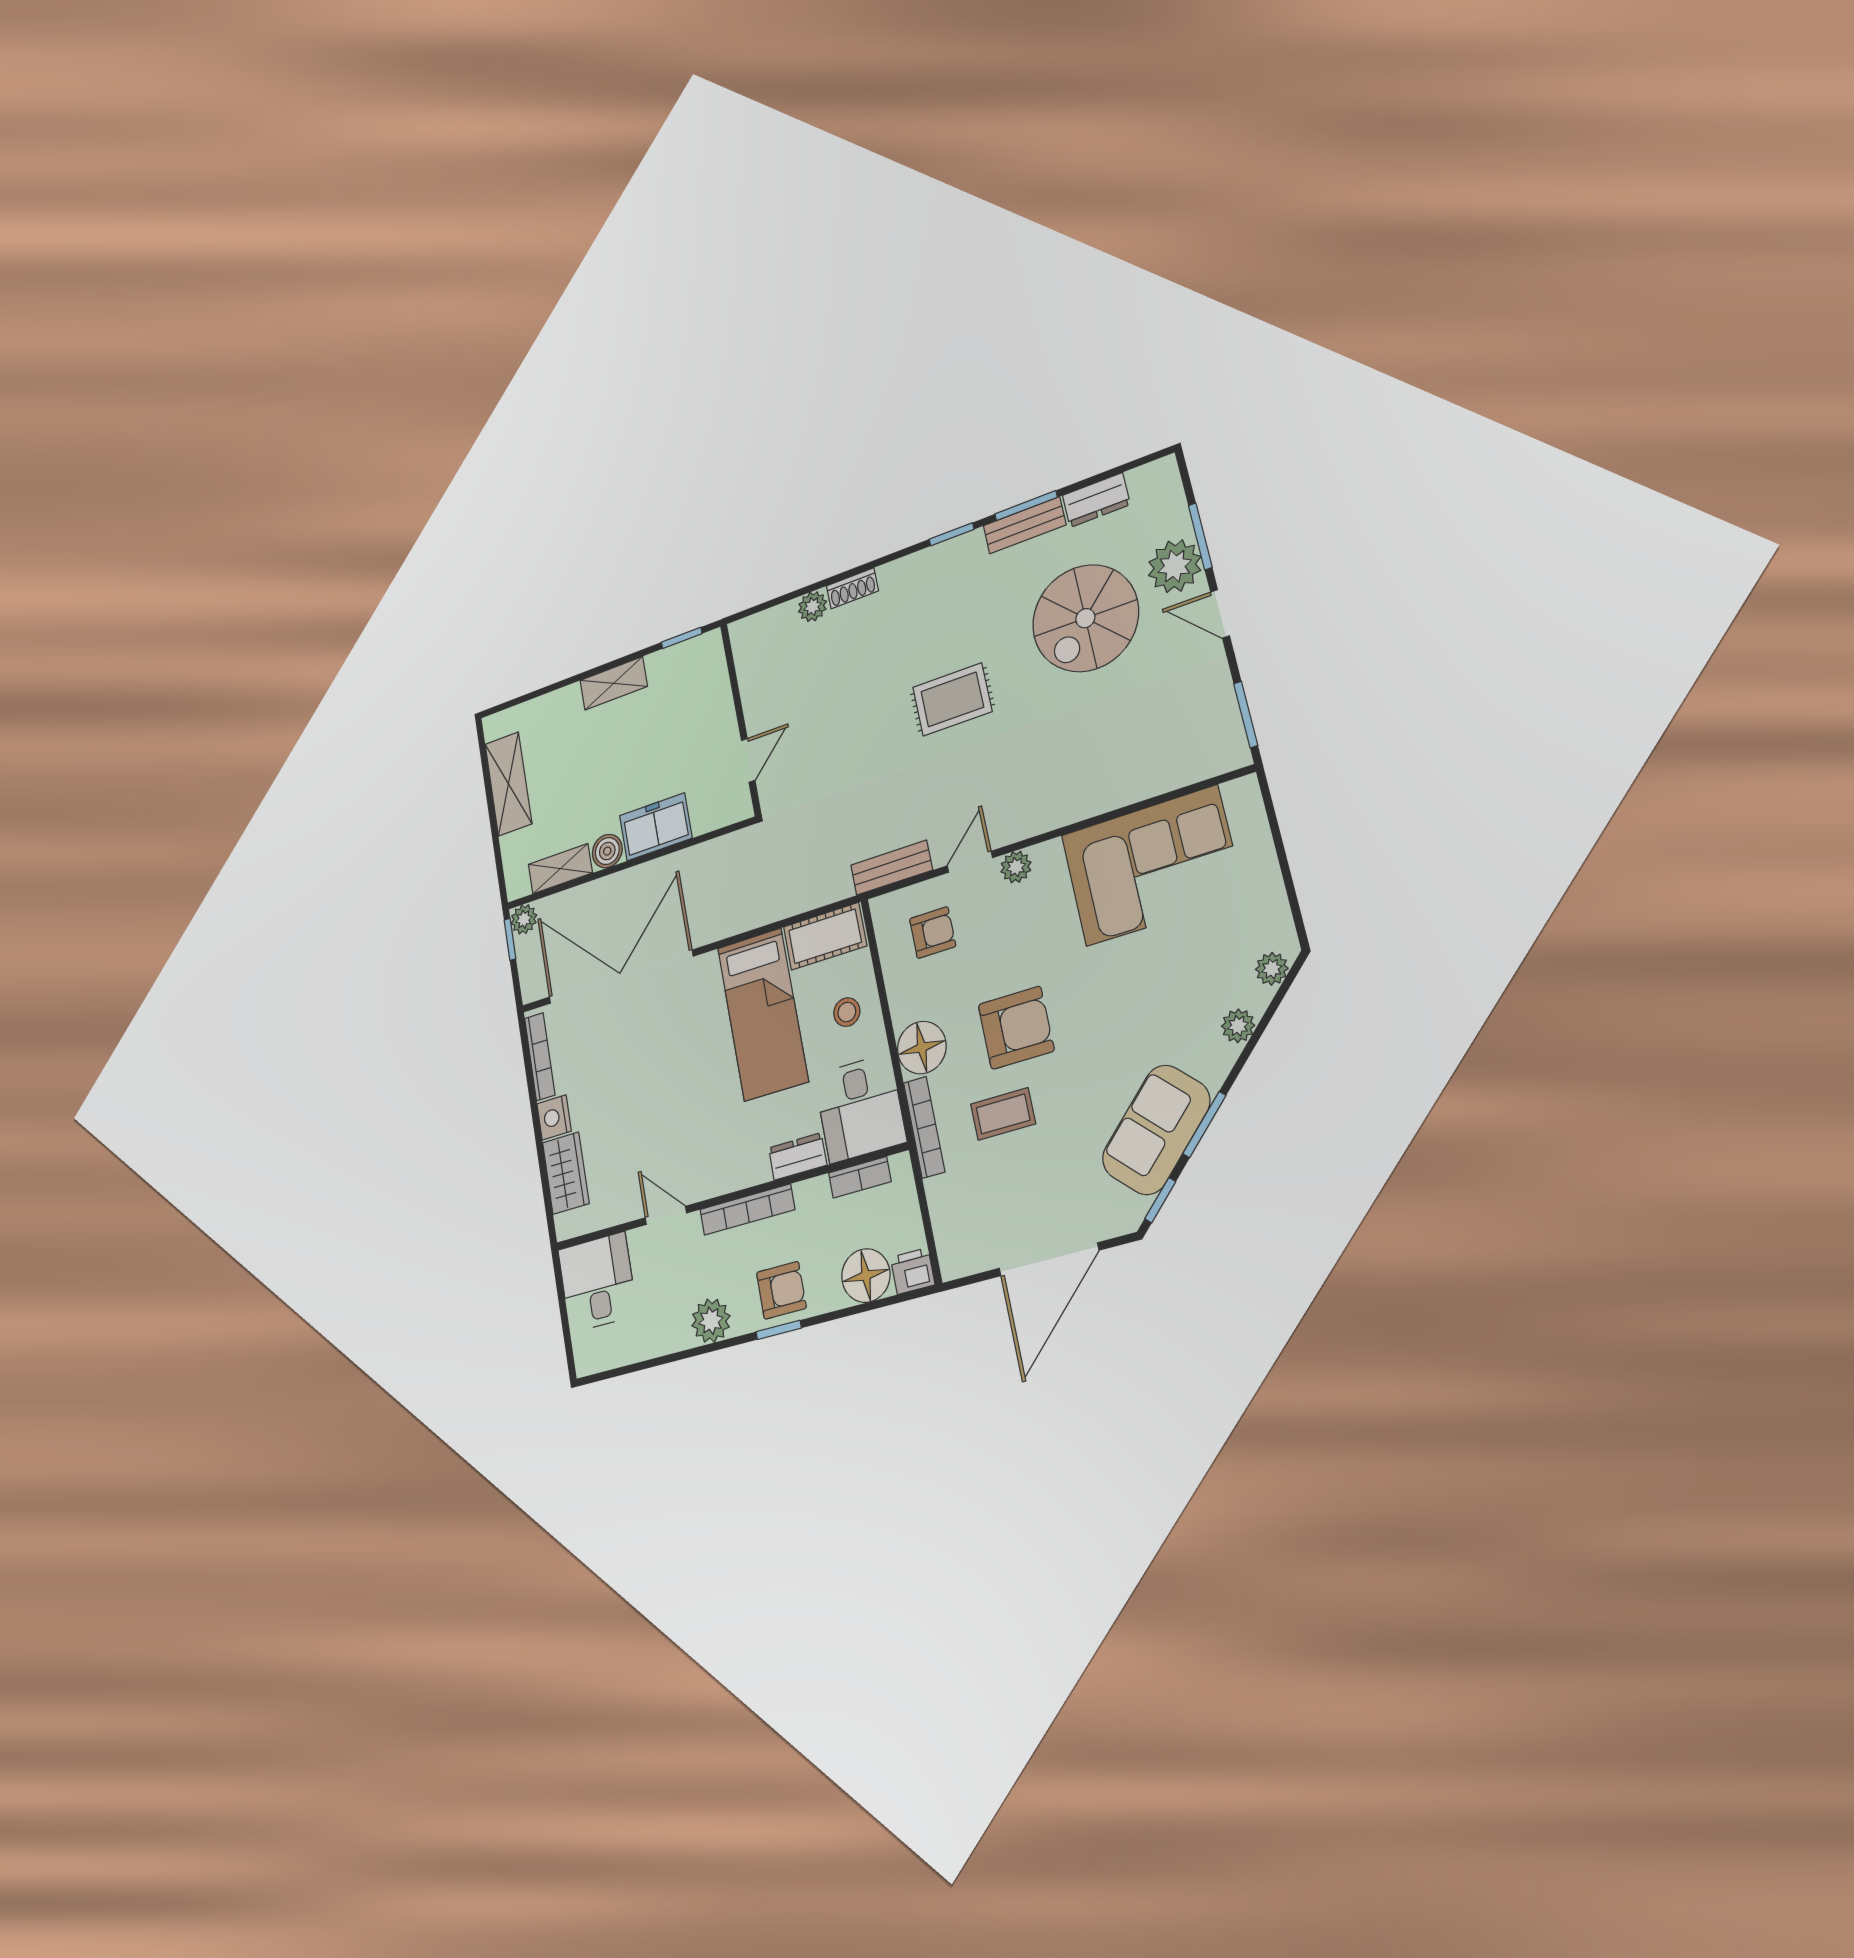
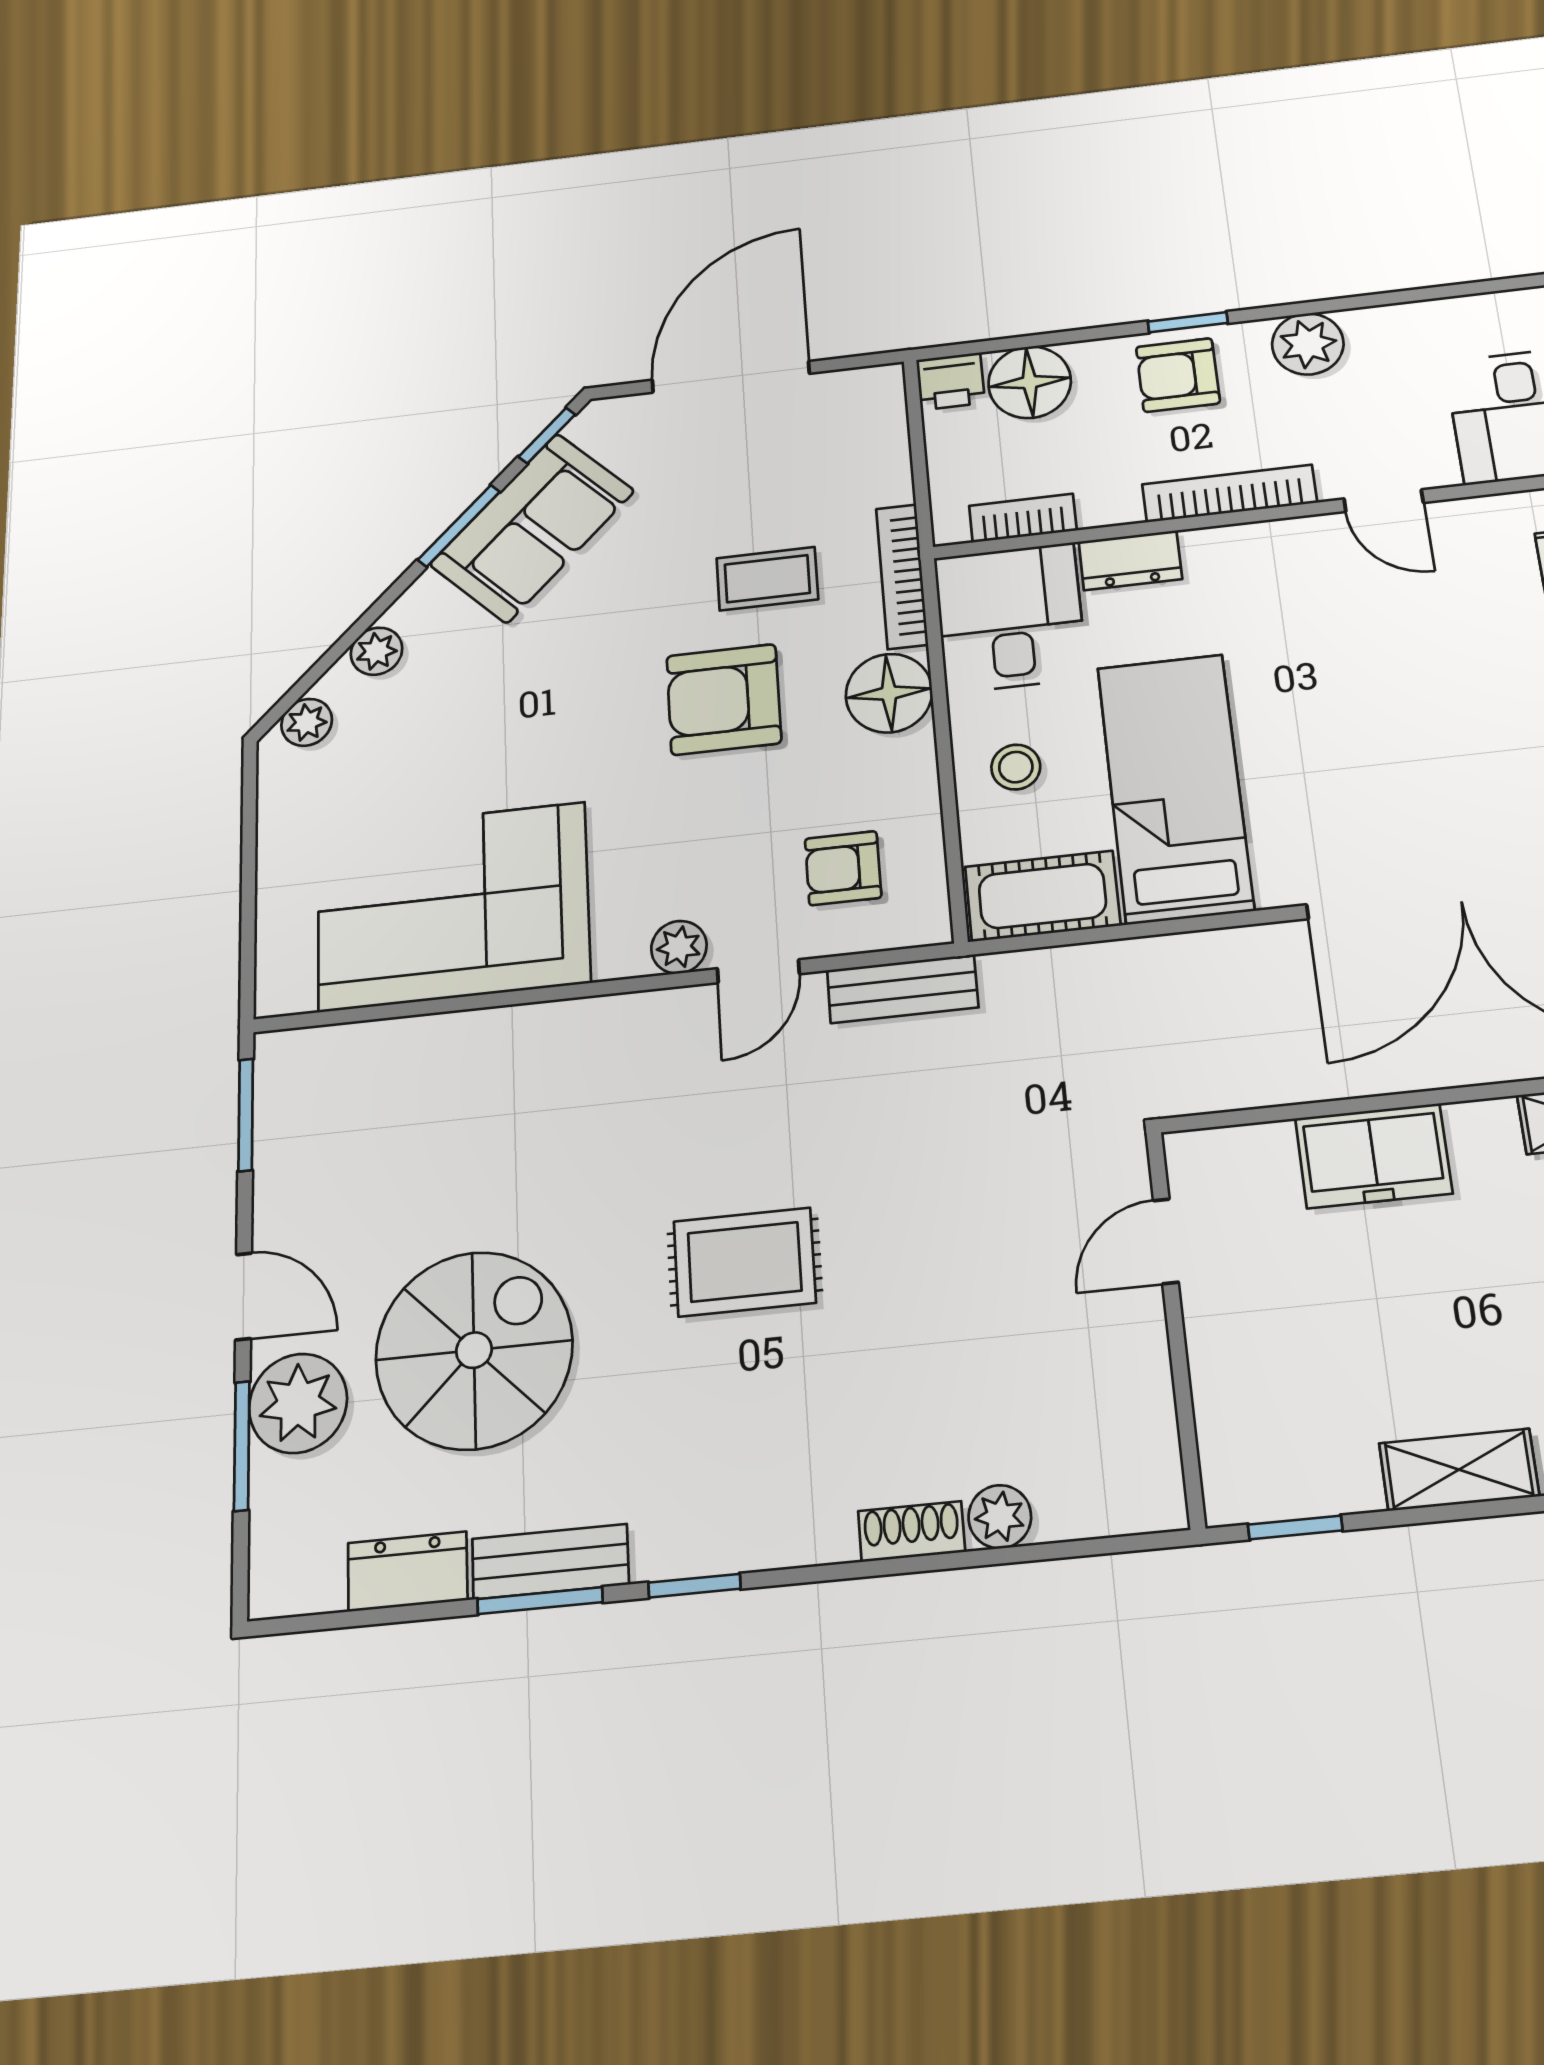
boiler: (607, 851) -> (1483, 1131), removed

